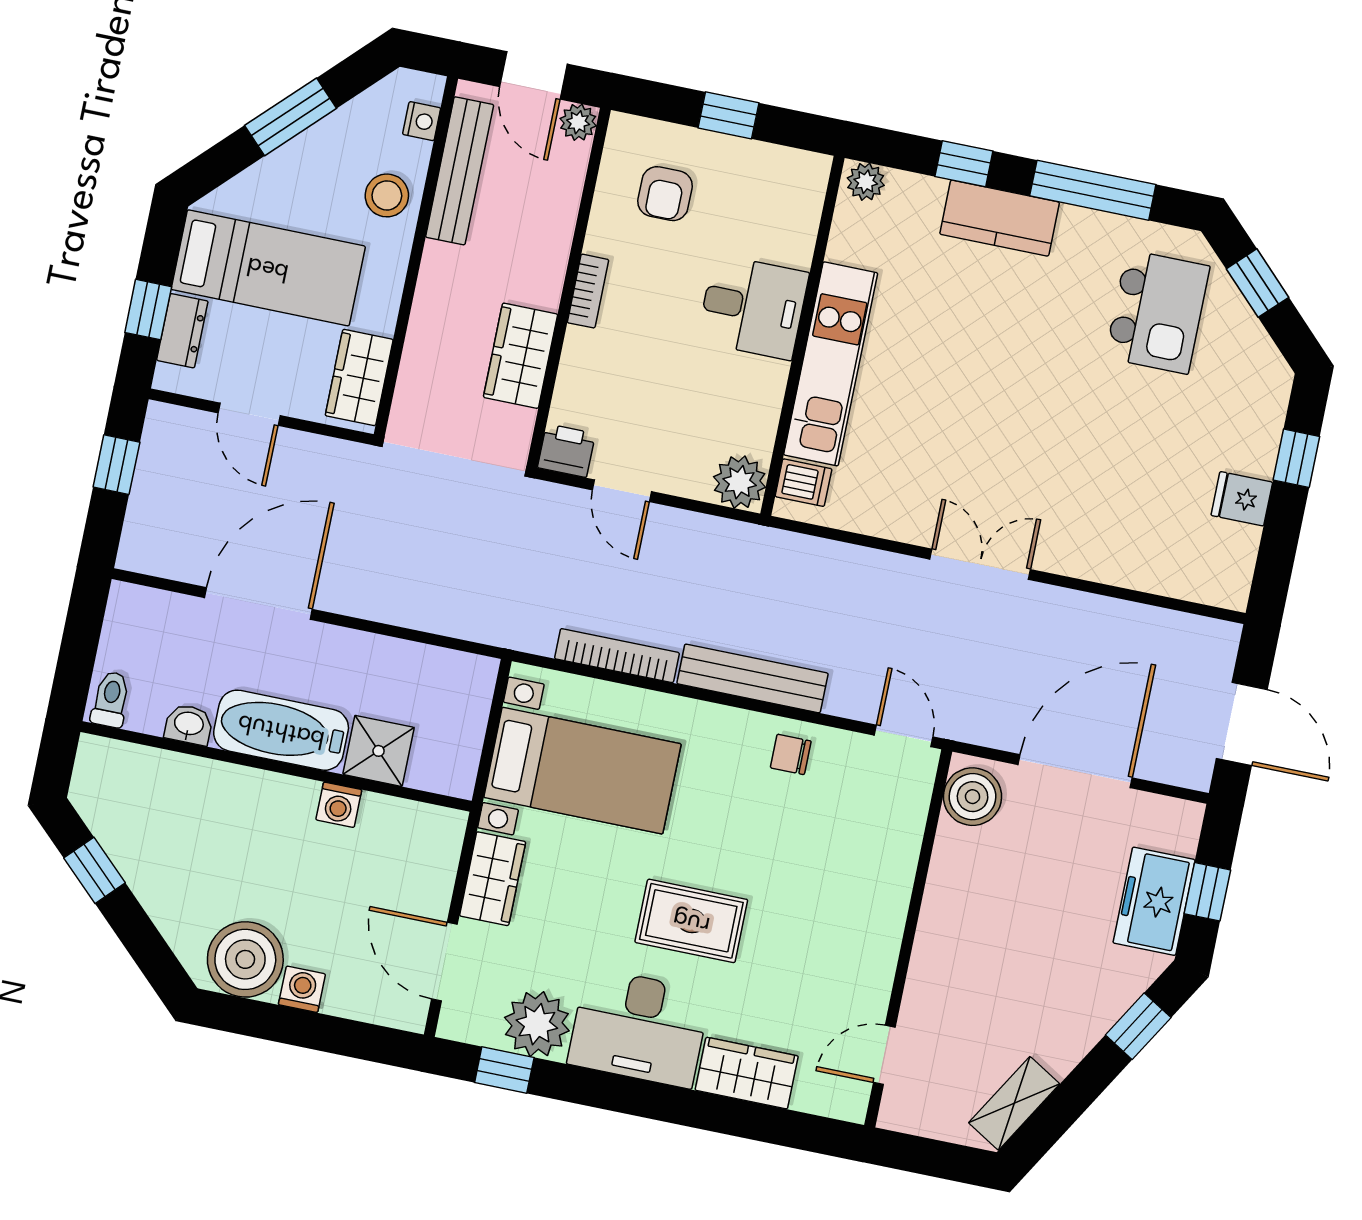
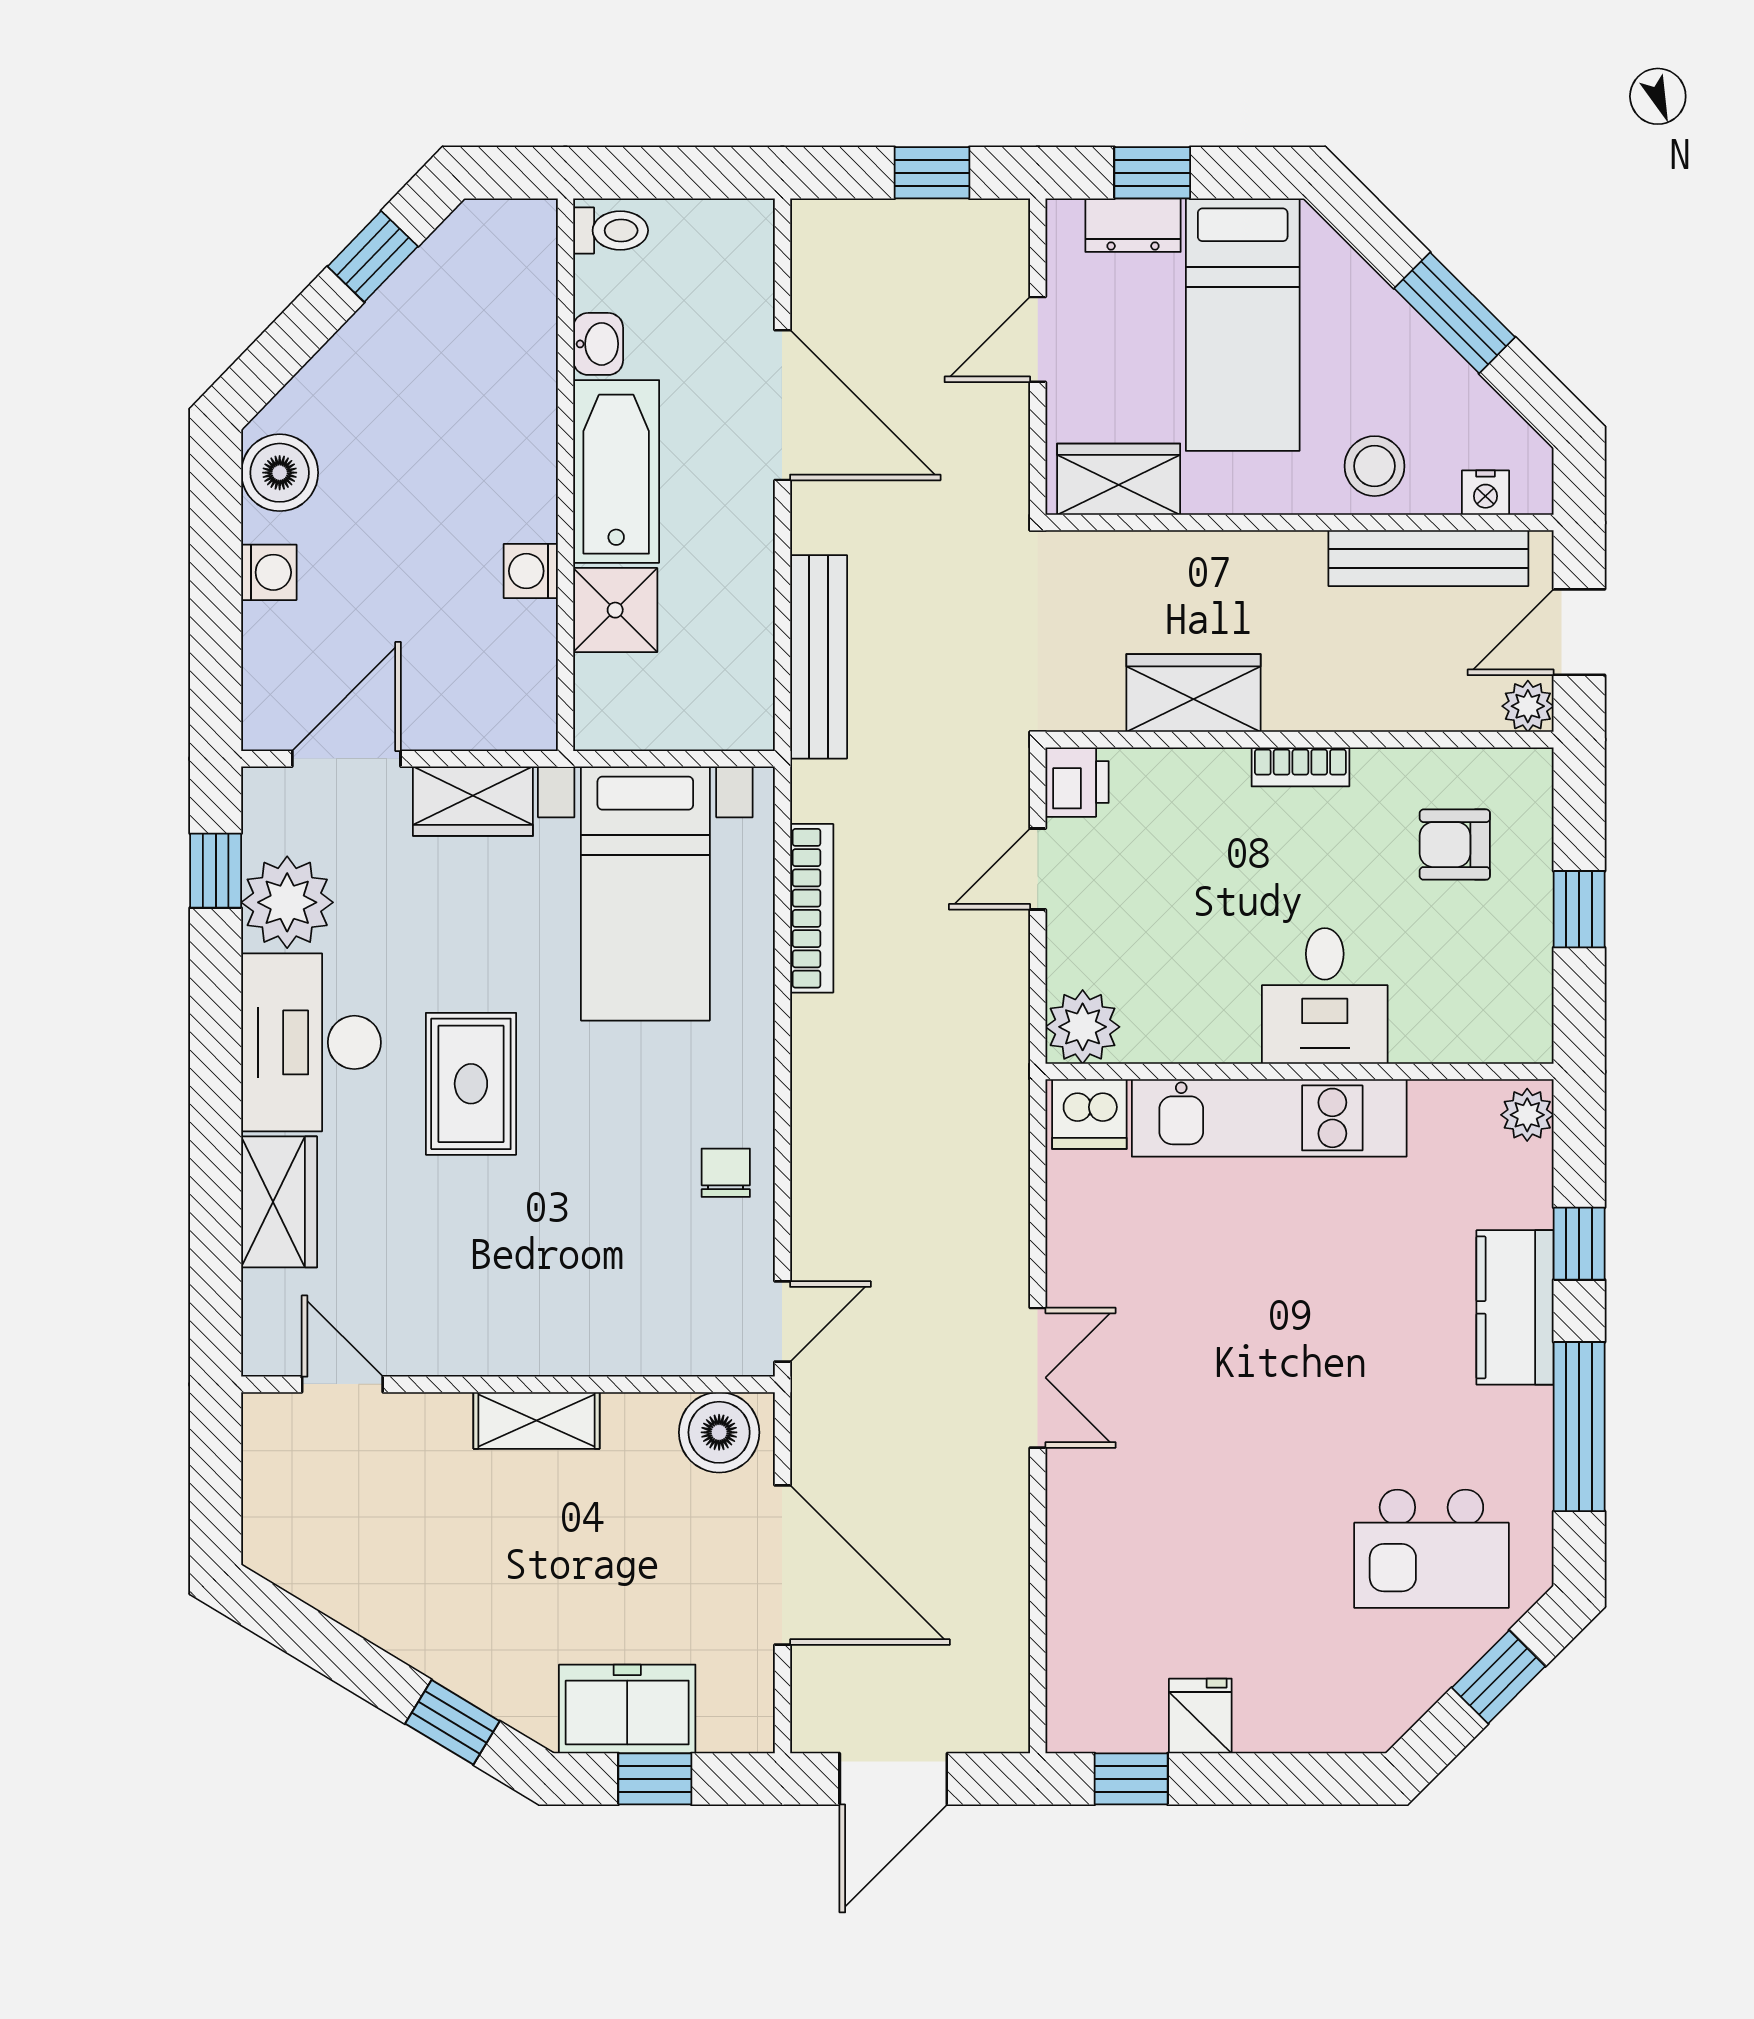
window: (1296, 458) -> (1131, 1779), moved
dishwasher: (803, 483) -> (1089, 1114), width x1.38
bench: (752, 678) -> (819, 657), moved
boiler: (245, 959) -> (280, 473), width x0.73, depth x0.73
shelving: (1014, 1103) -> (537, 1420), moved, turned -31

